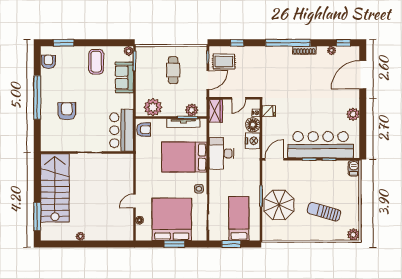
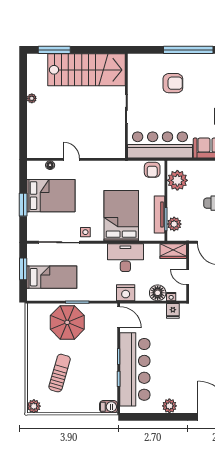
bar counter: (122, 130) -> (160, 145), width x1.36
nightstand: (253, 141) -> (126, 293), moved
bed: (172, 219) -> (51, 196), width x0.73

